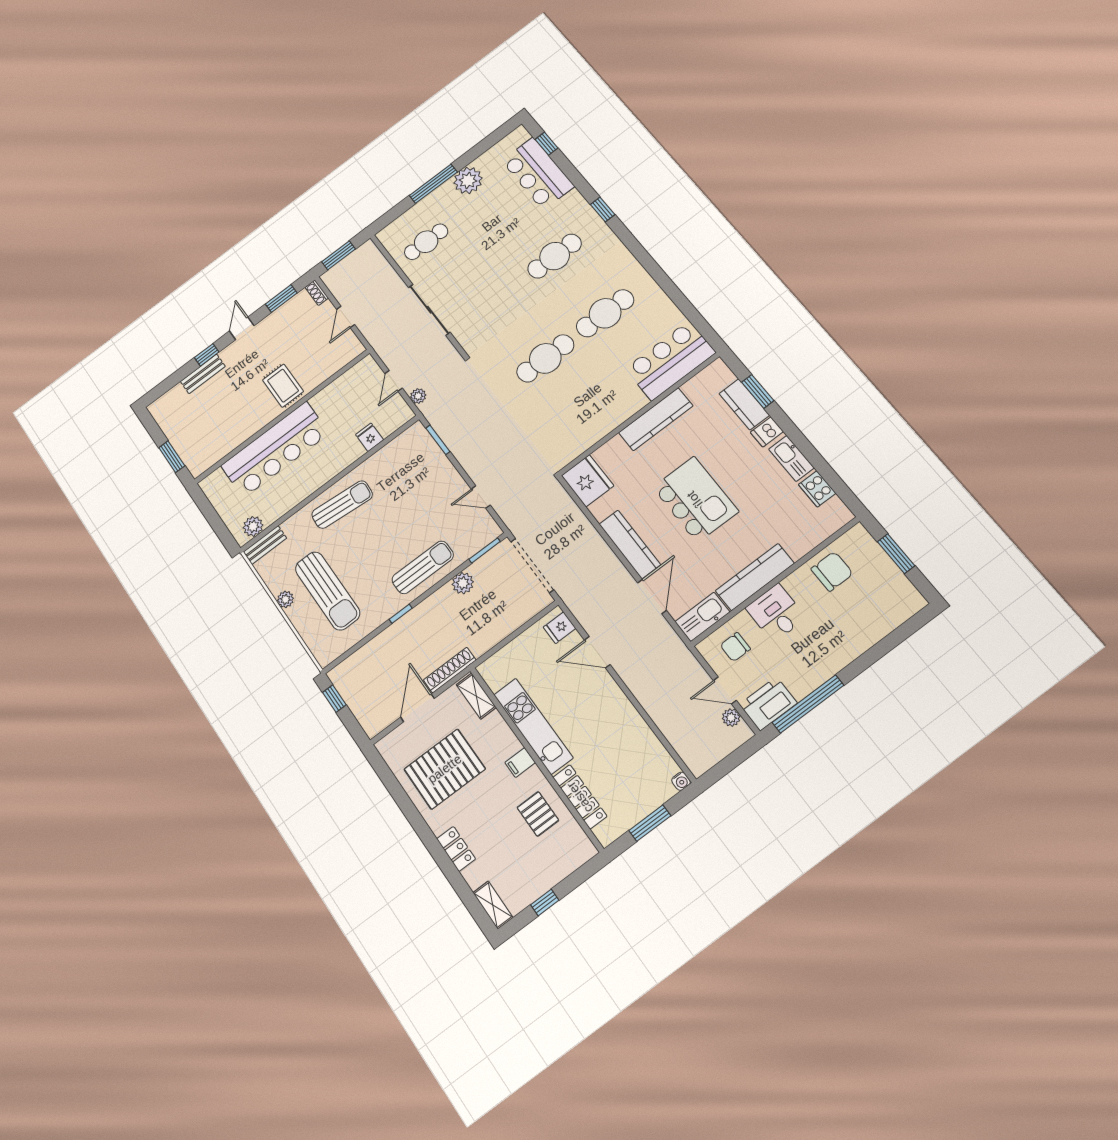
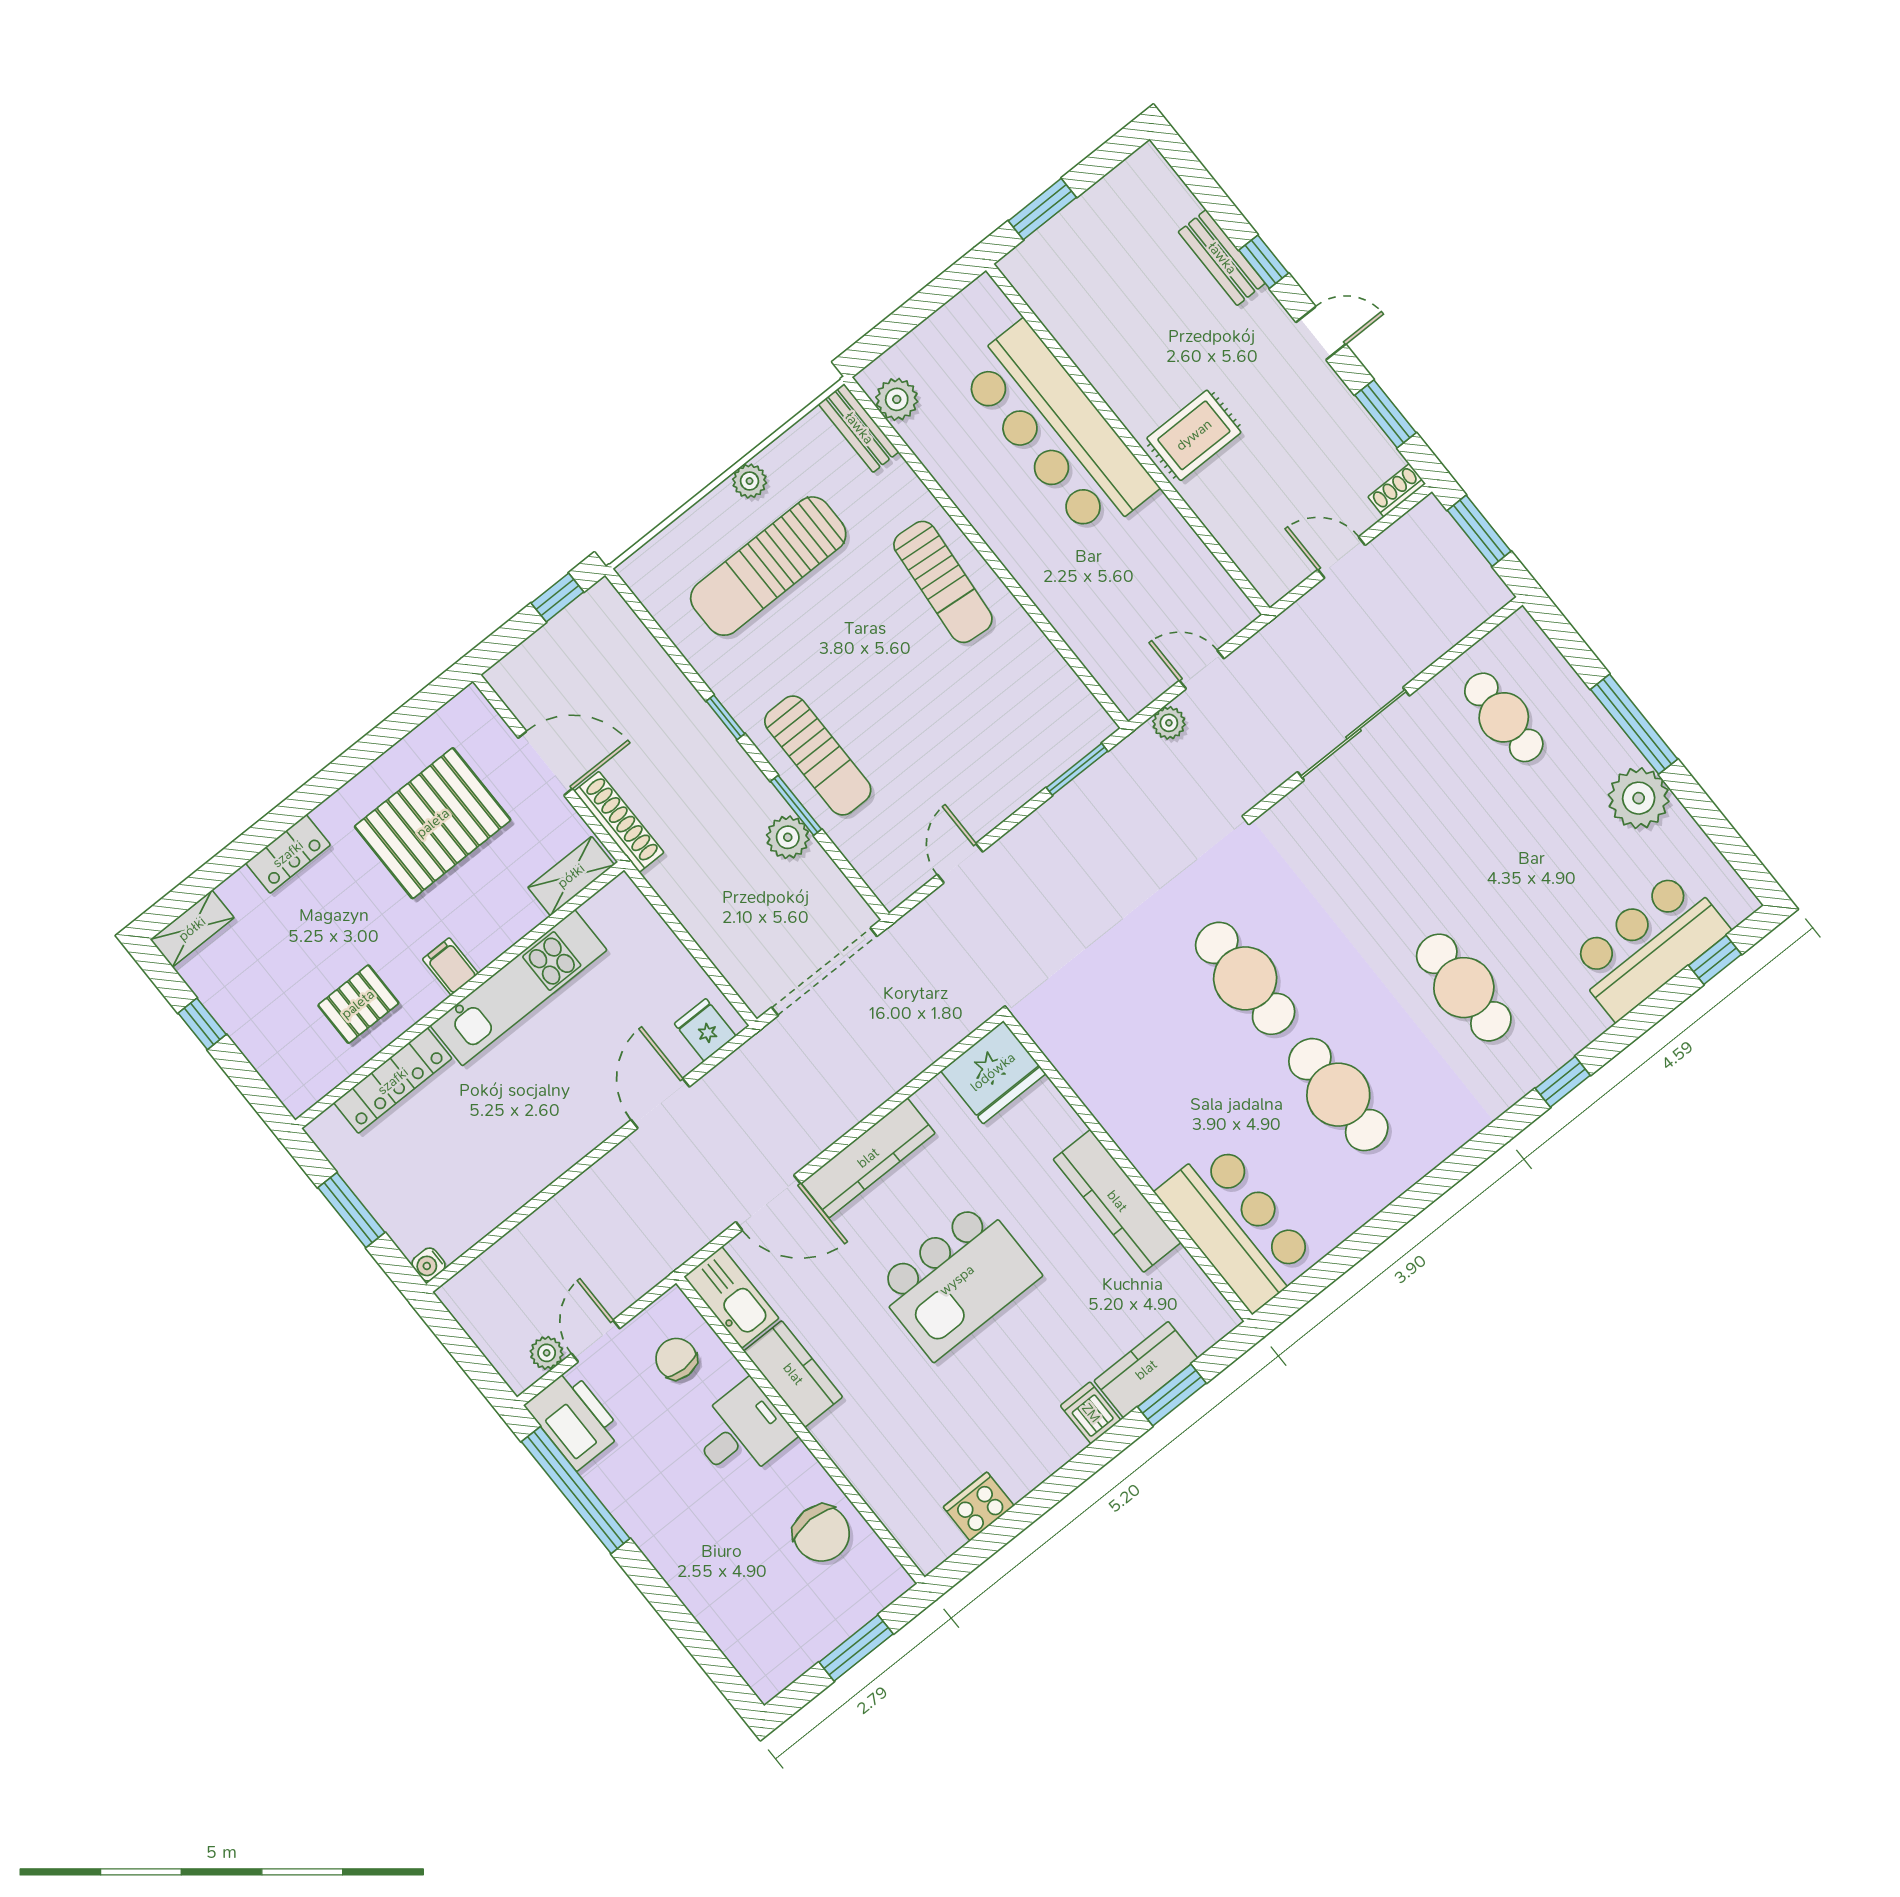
fridge: (370, 437) -> (1083, 628), removed
kitchen sink: (791, 458) -> (1038, 1459), removed
window: (485, 550) -> (796, 805), moved
kitchen counter: (755, 577) -> (793, 1374), width x0.67
pallet: (445, 769) -> (433, 823), turned 90

